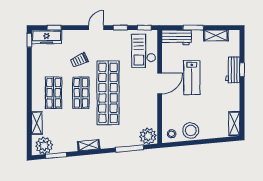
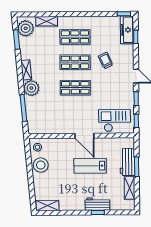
workbench: (177, 37) -> (127, 162), moved
shop shelf: (108, 93) -> (75, 88), width x0.50, depth x0.74
plant: (148, 136) -> (31, 88), moved

